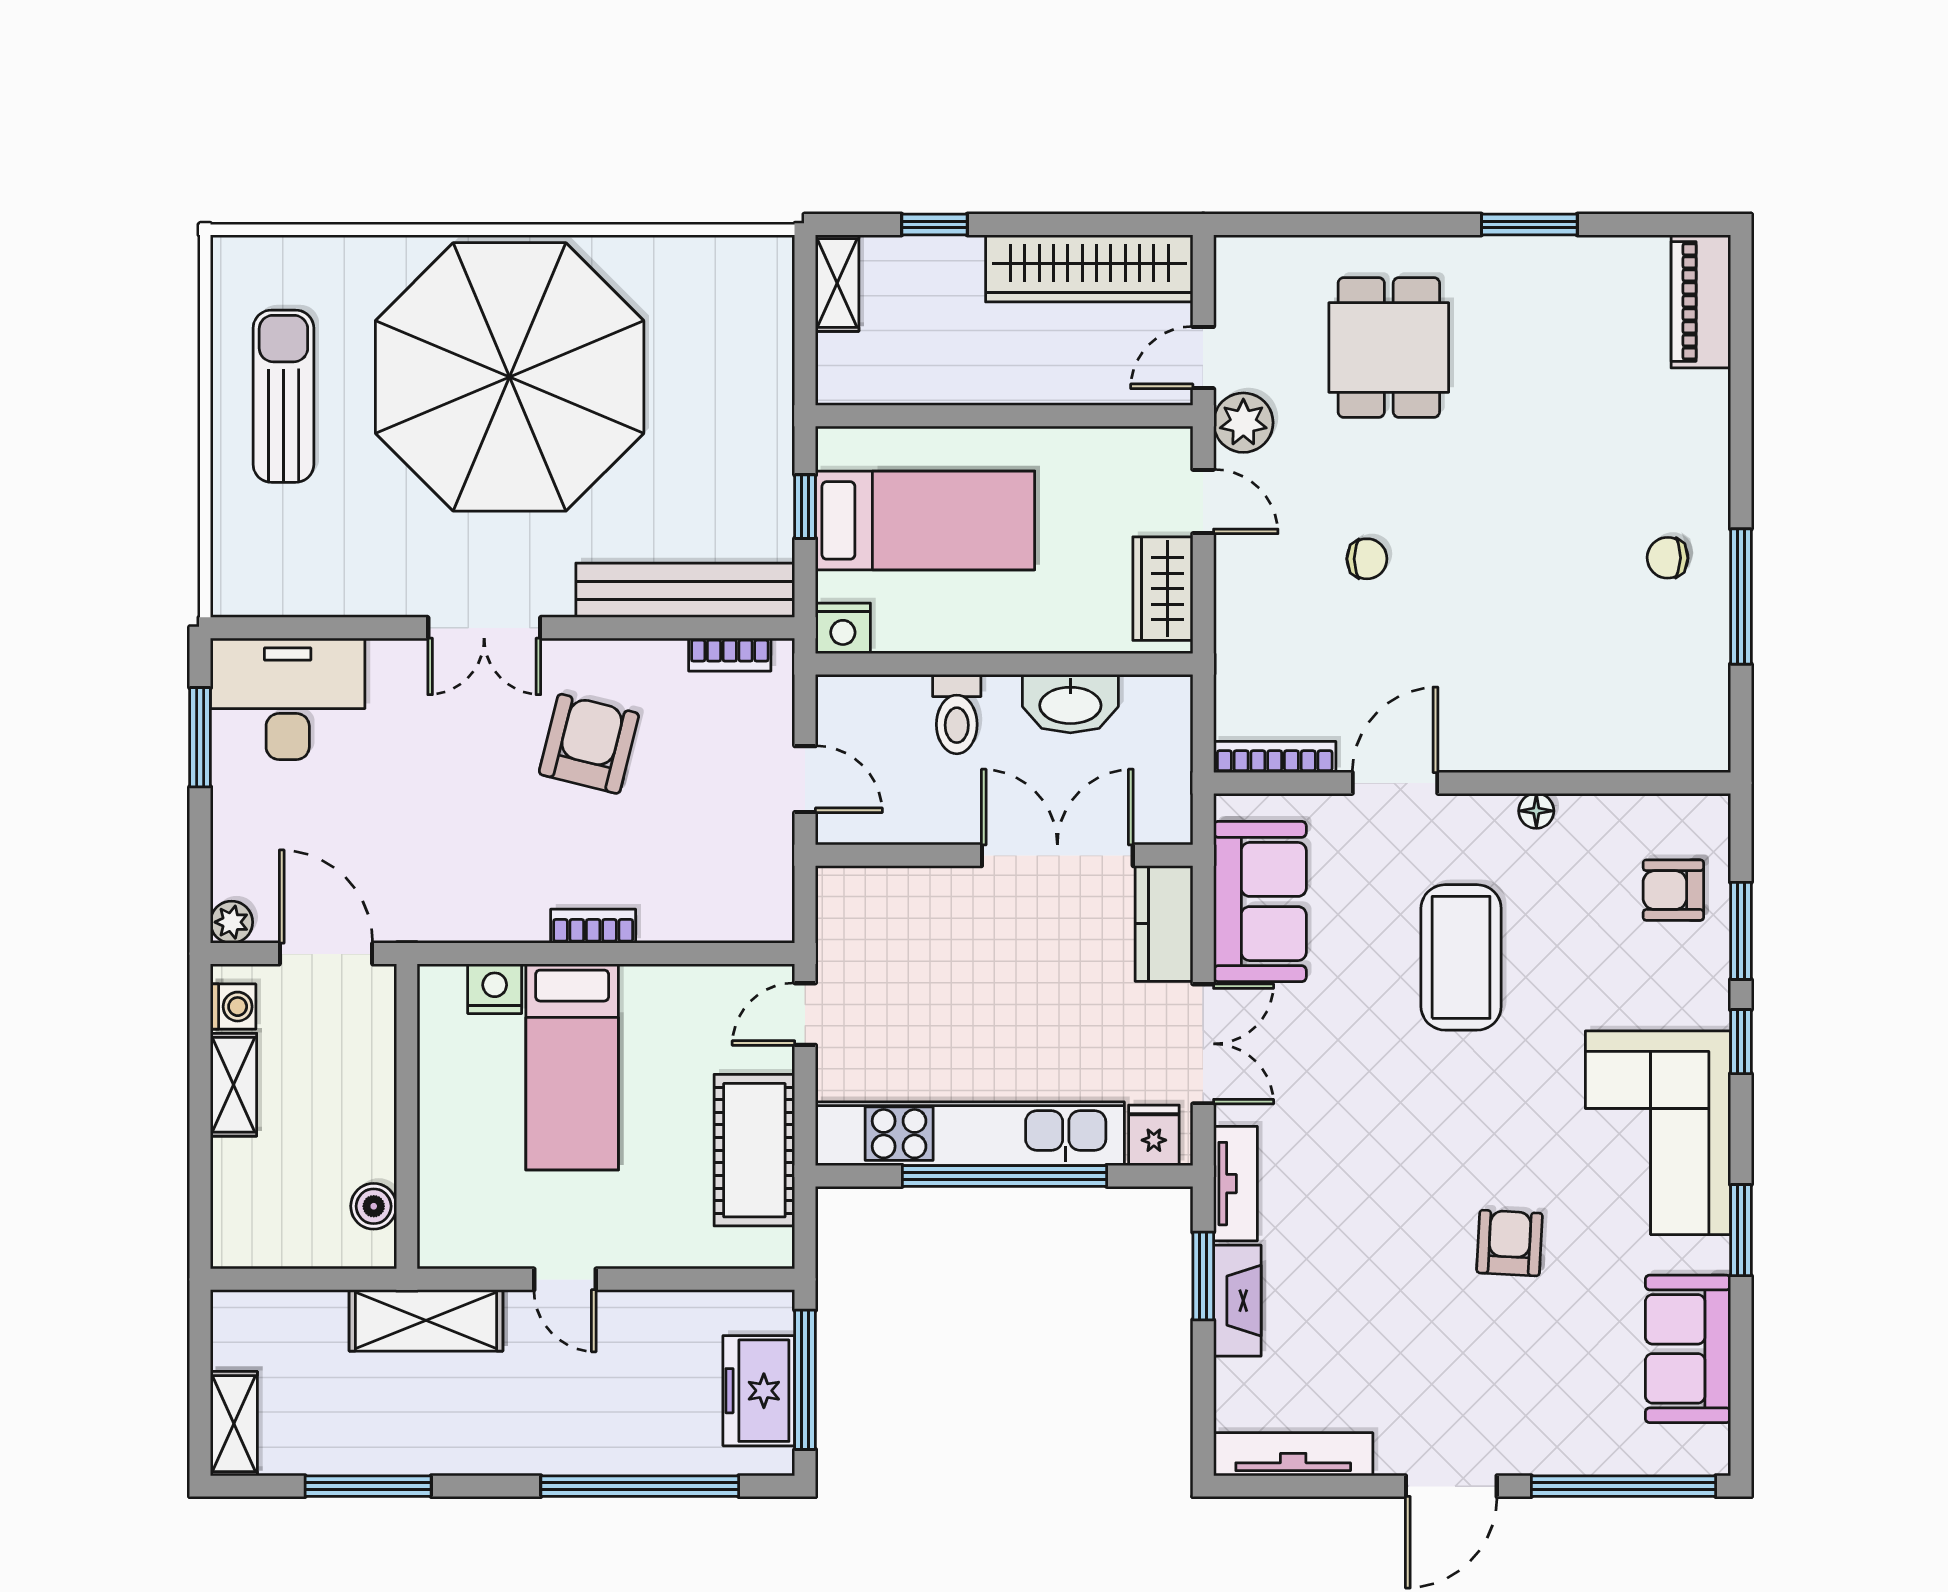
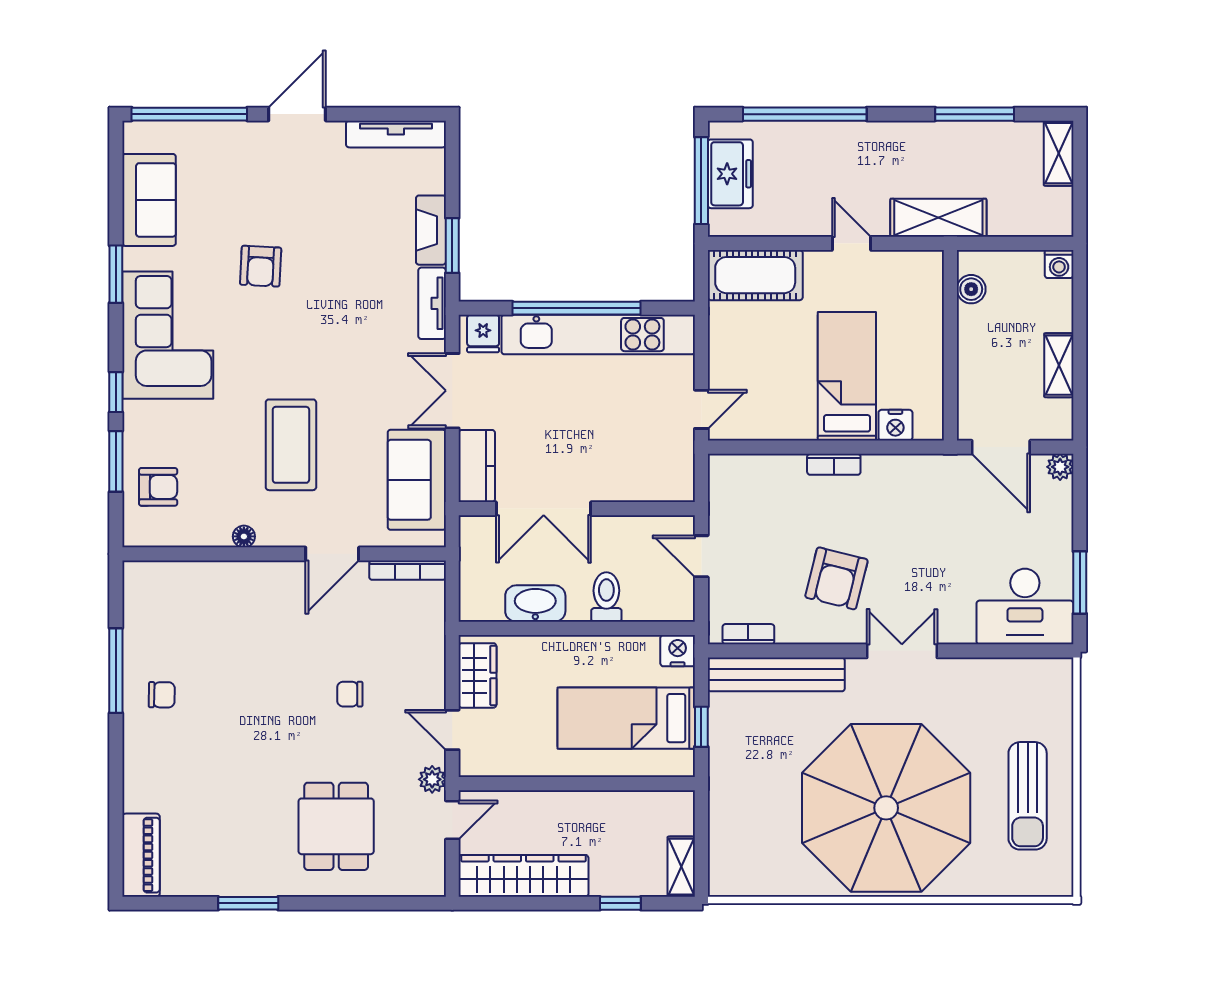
plant: (1243, 423) -> (432, 779), width x0.73, depth x0.73
washing machine: (233, 1007) -> (1059, 264), moved, turned -90
cot: (754, 1150) -> (755, 275), moved, turned 90

